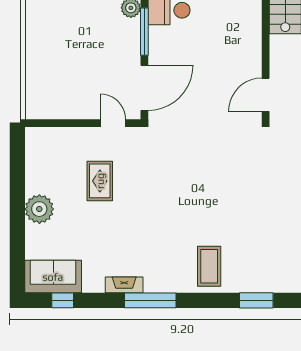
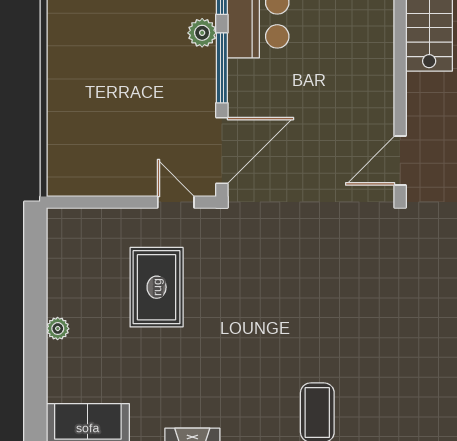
rug: (100, 181) -> (157, 287), width x1.36, depth x1.43
plant: (39, 209) -> (58, 329), width x0.53, depth x0.53

